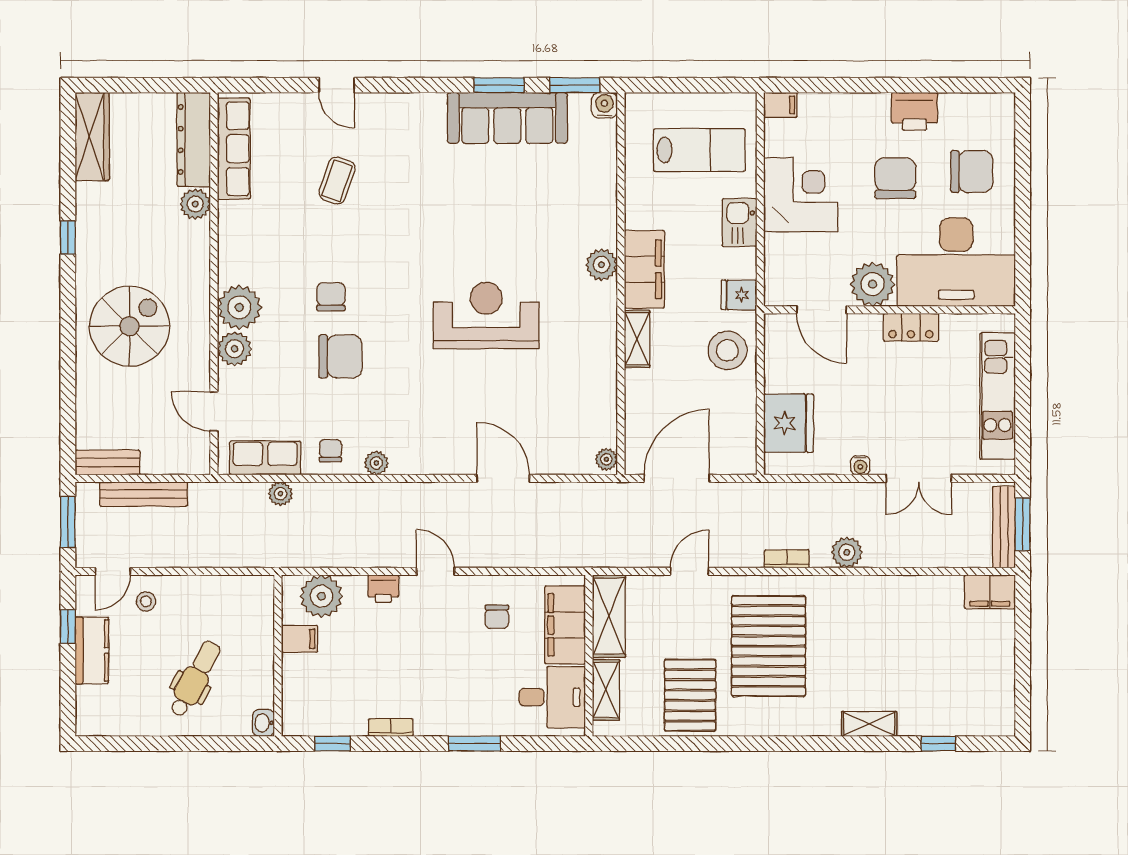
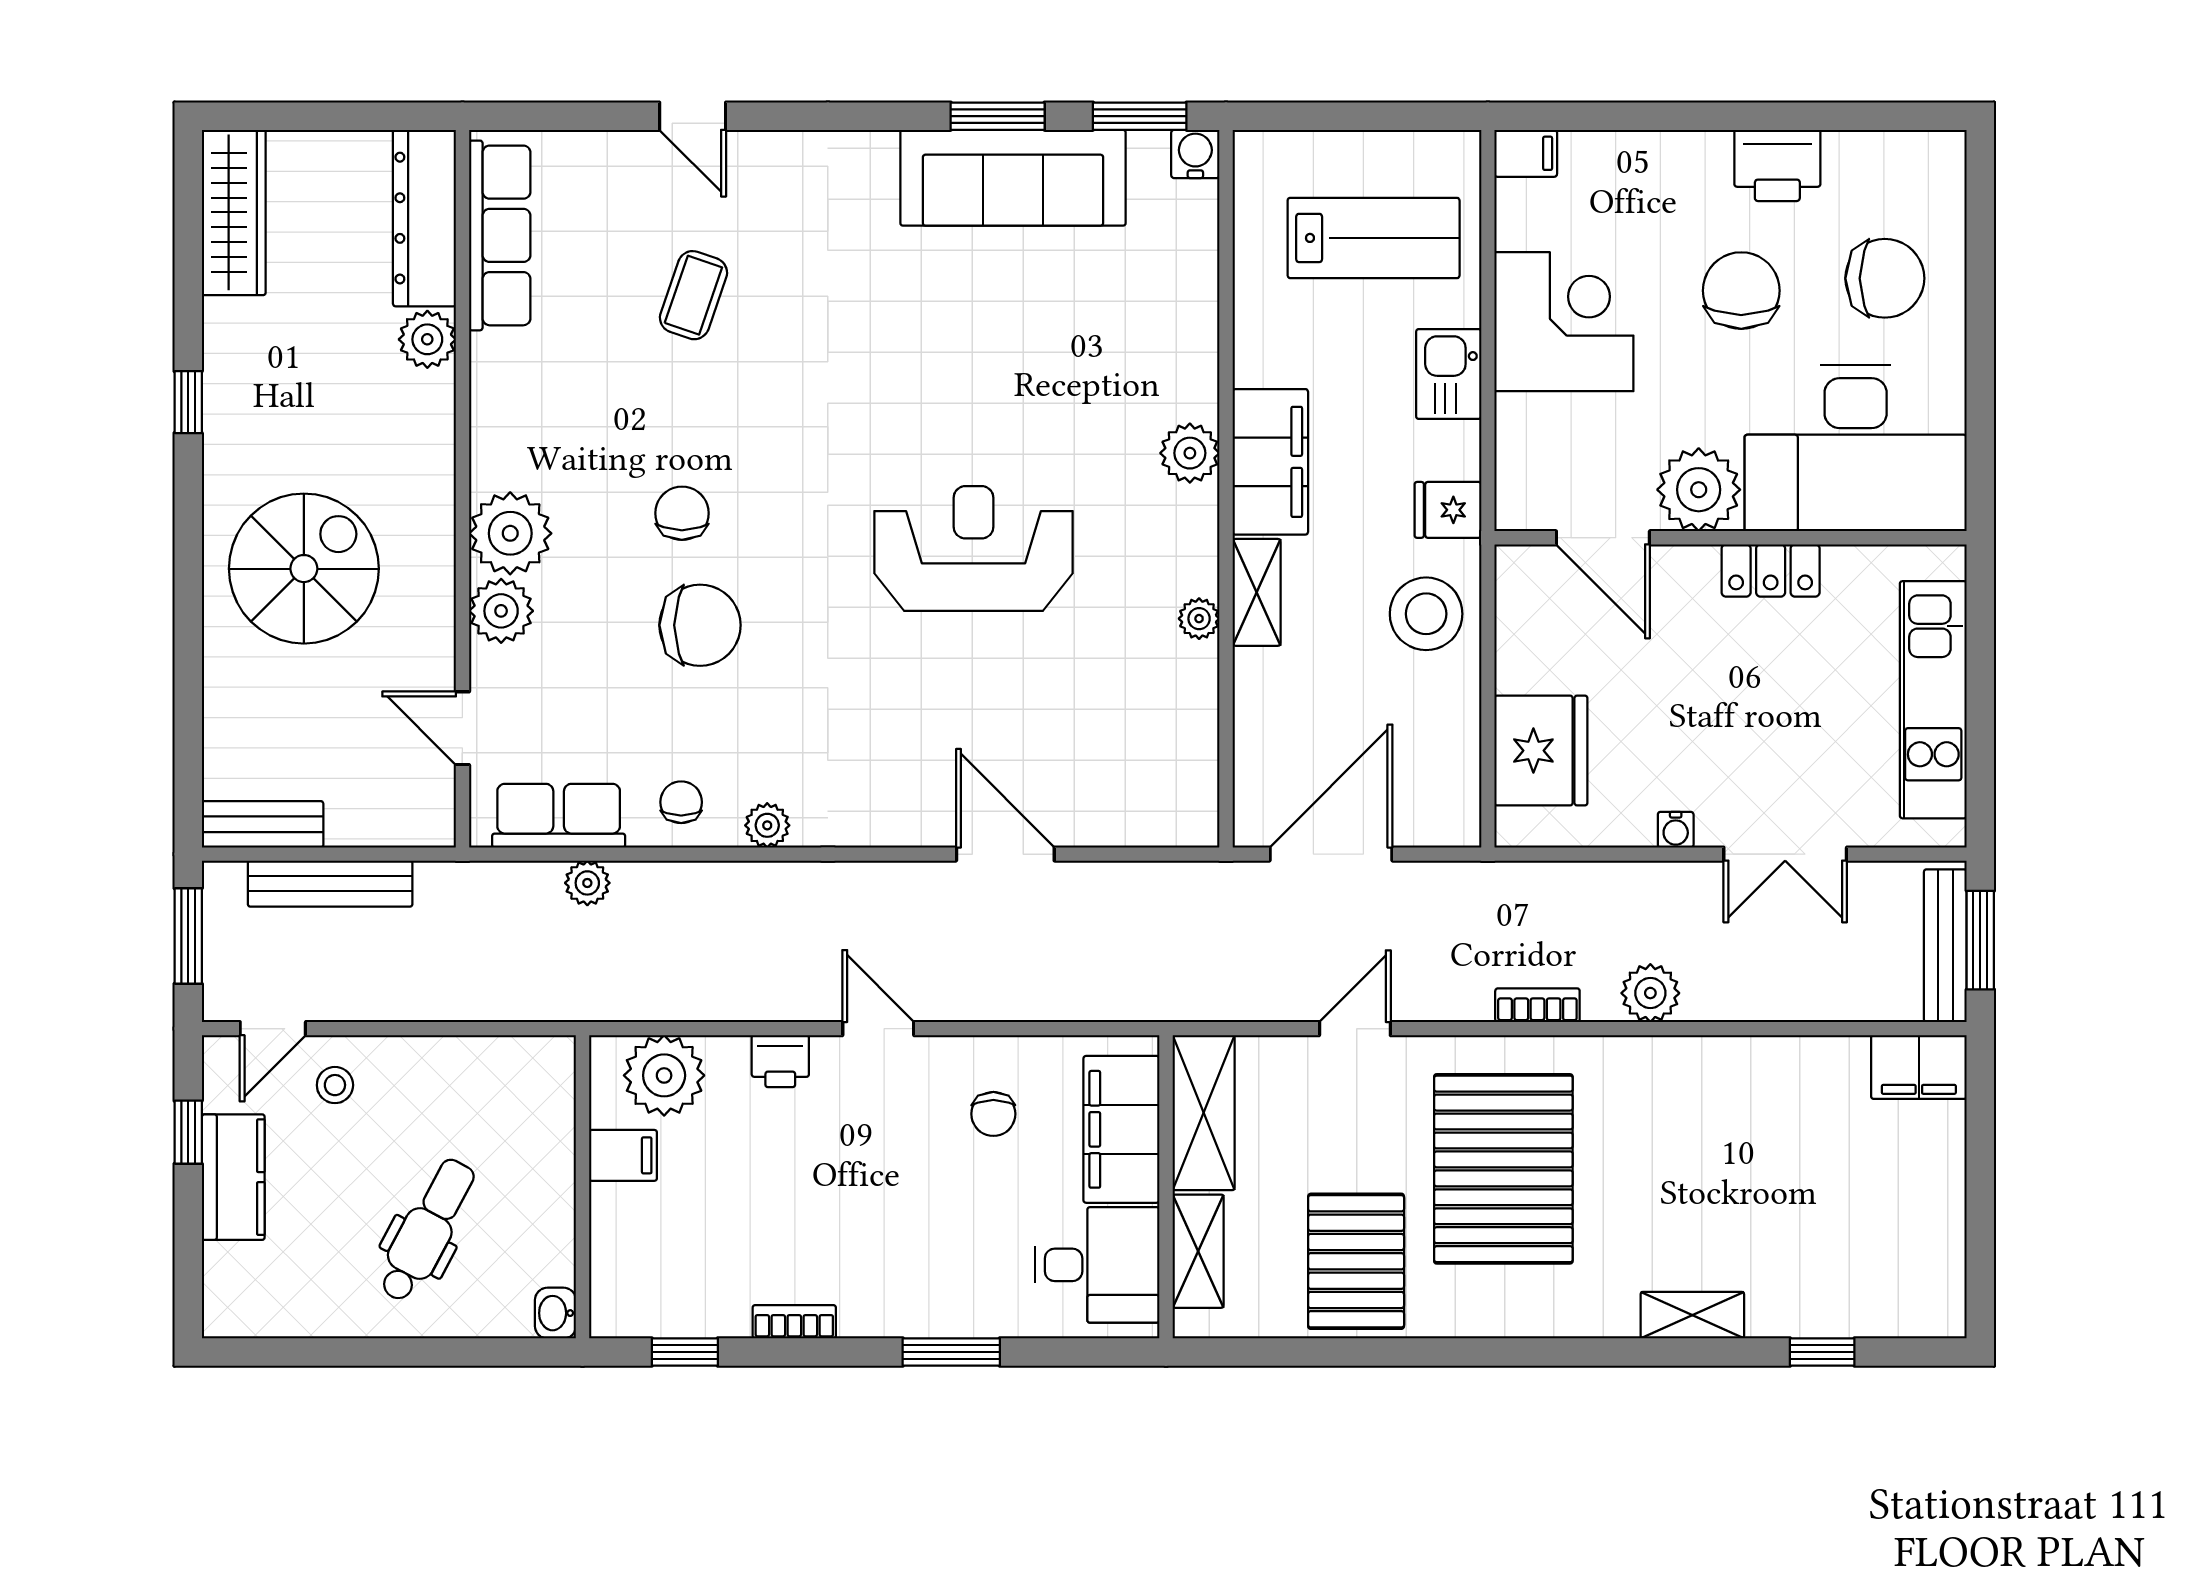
plant: (606, 459) -> (1199, 619), moved

